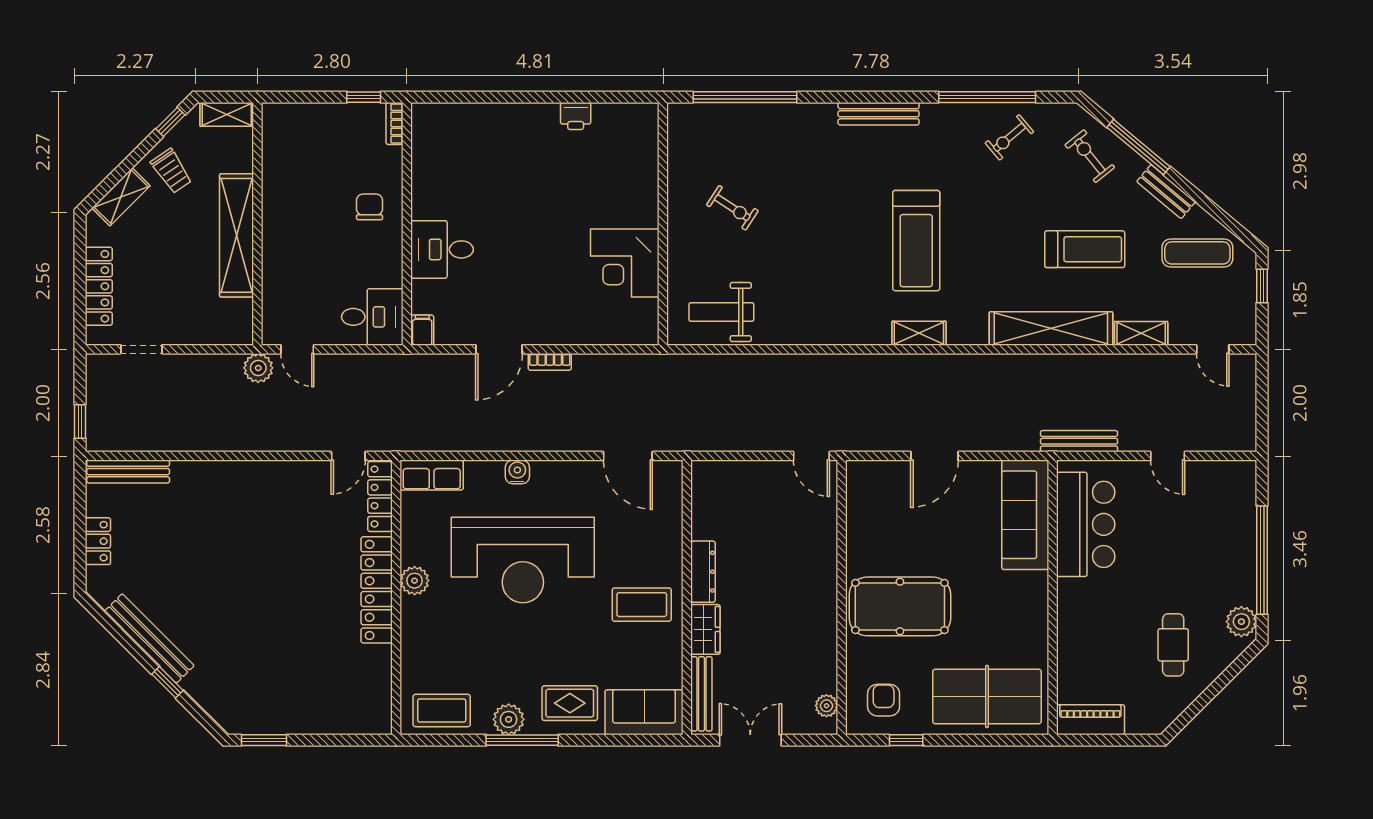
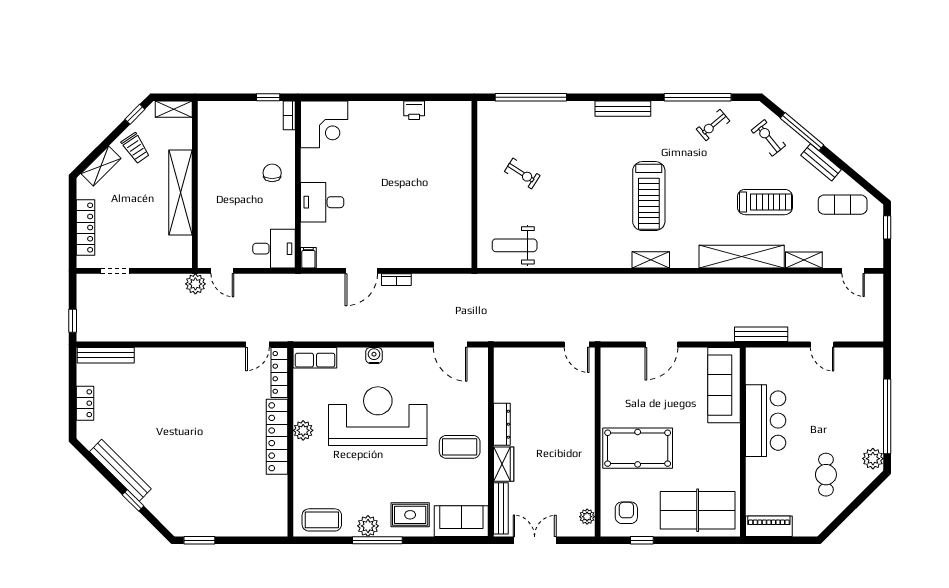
corner desk: (625, 263) -> (324, 124), moved, turned -90
bar counter: (1086, 524) -> (766, 421), moved
reception desk: (523, 560) -> (378, 416), turned 180

